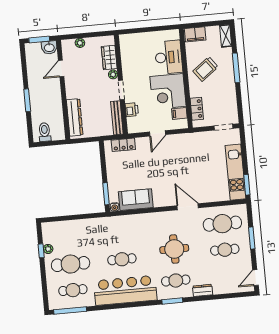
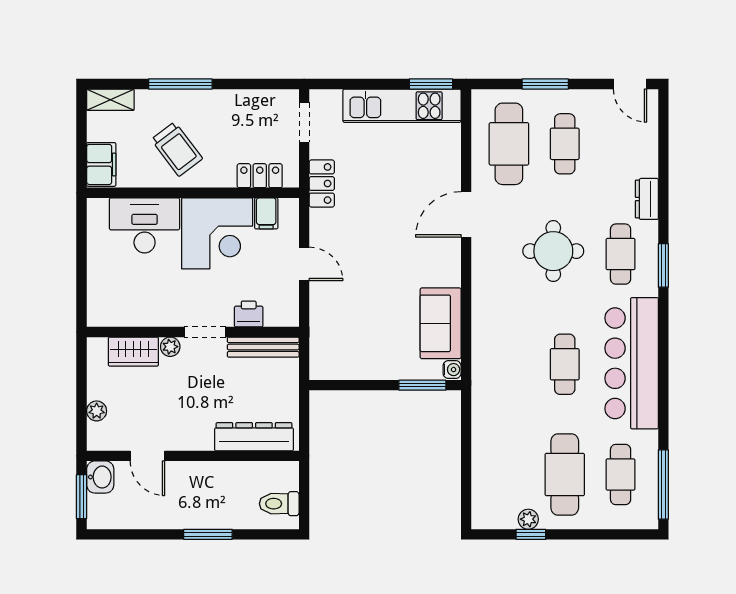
locker: (123, 145) -> (322, 184), moved

